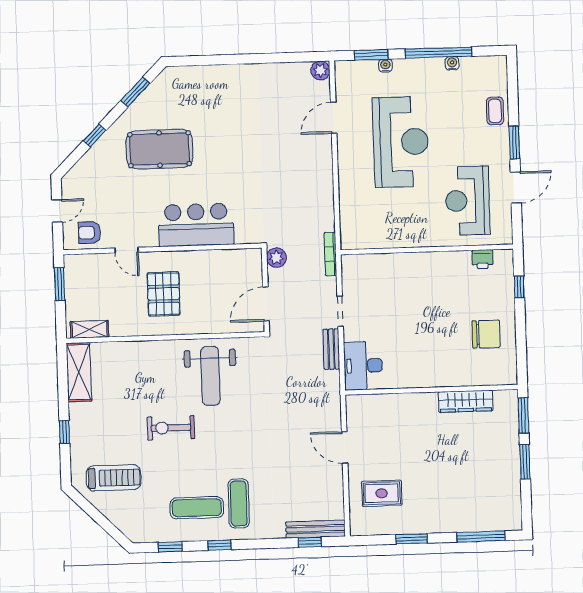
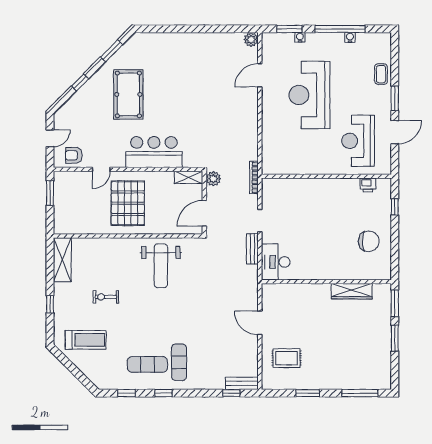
reception desk: (401, 142) -> (309, 95), turned 180
pool table: (159, 149) -> (128, 94), turned 90
door: (127, 250) -> (101, 169), hinge flipped
pallet: (164, 294) -> (128, 203), width x1.37, depth x1.41
shelving: (89, 329) -> (189, 177), moved
exercise bike: (171, 428) -> (106, 297), moved, width x0.73, depth x0.72
bench: (316, 529) -> (242, 383), width x0.73

